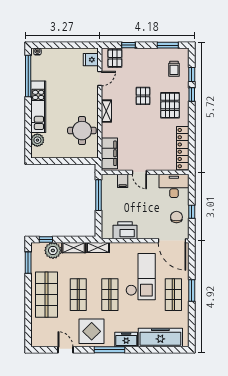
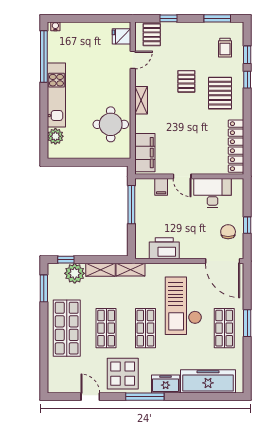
desk: (174, 186) -> (212, 193), moved
checkout: (141, 277) -> (183, 306), turned 180

